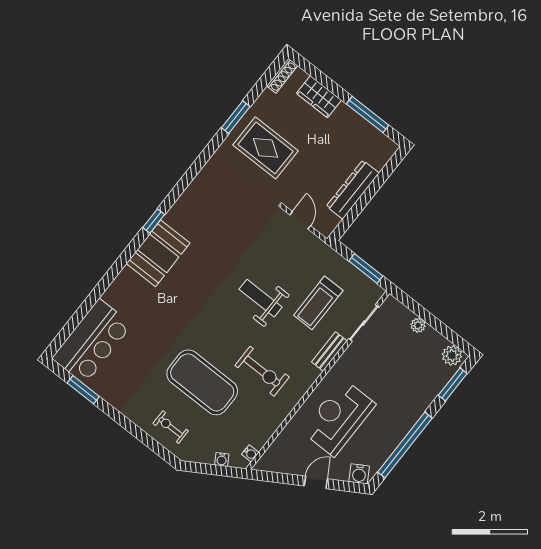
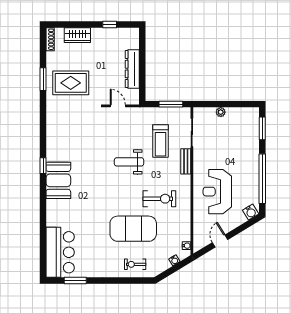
window: (368, 115) -> (110, 25), width x0.46
plant: (452, 355) -> (250, 114), removed
door: (316, 482) -> (220, 241), moved

